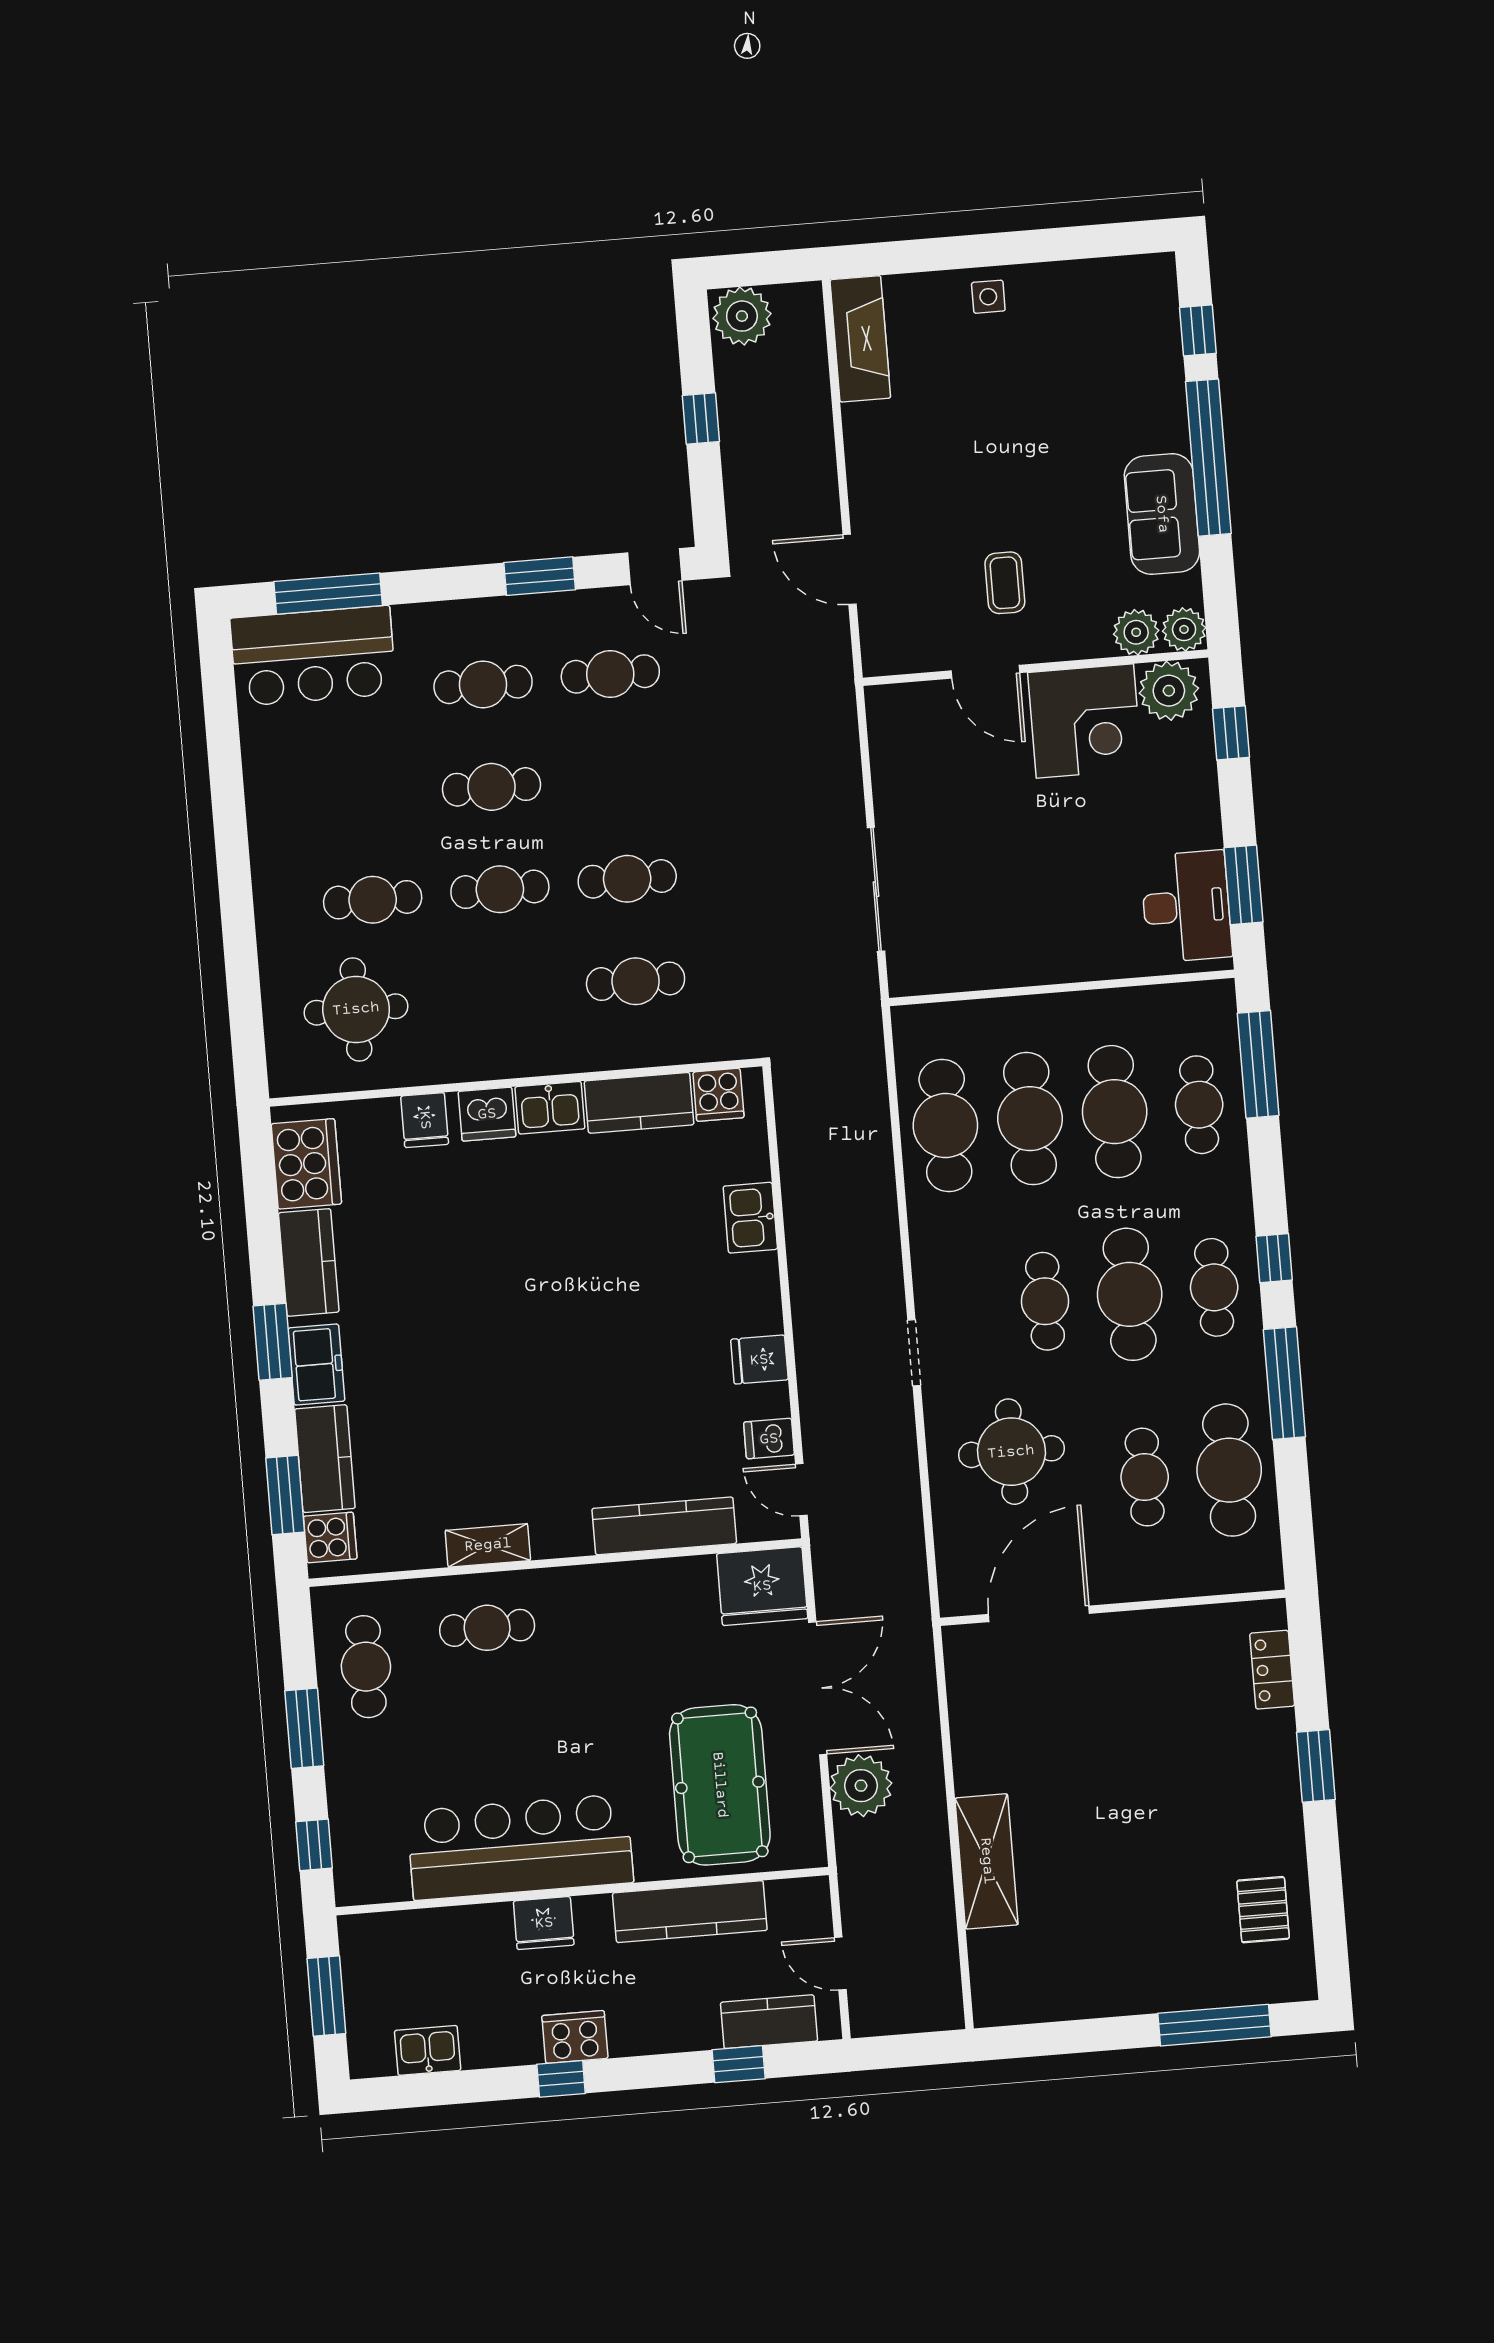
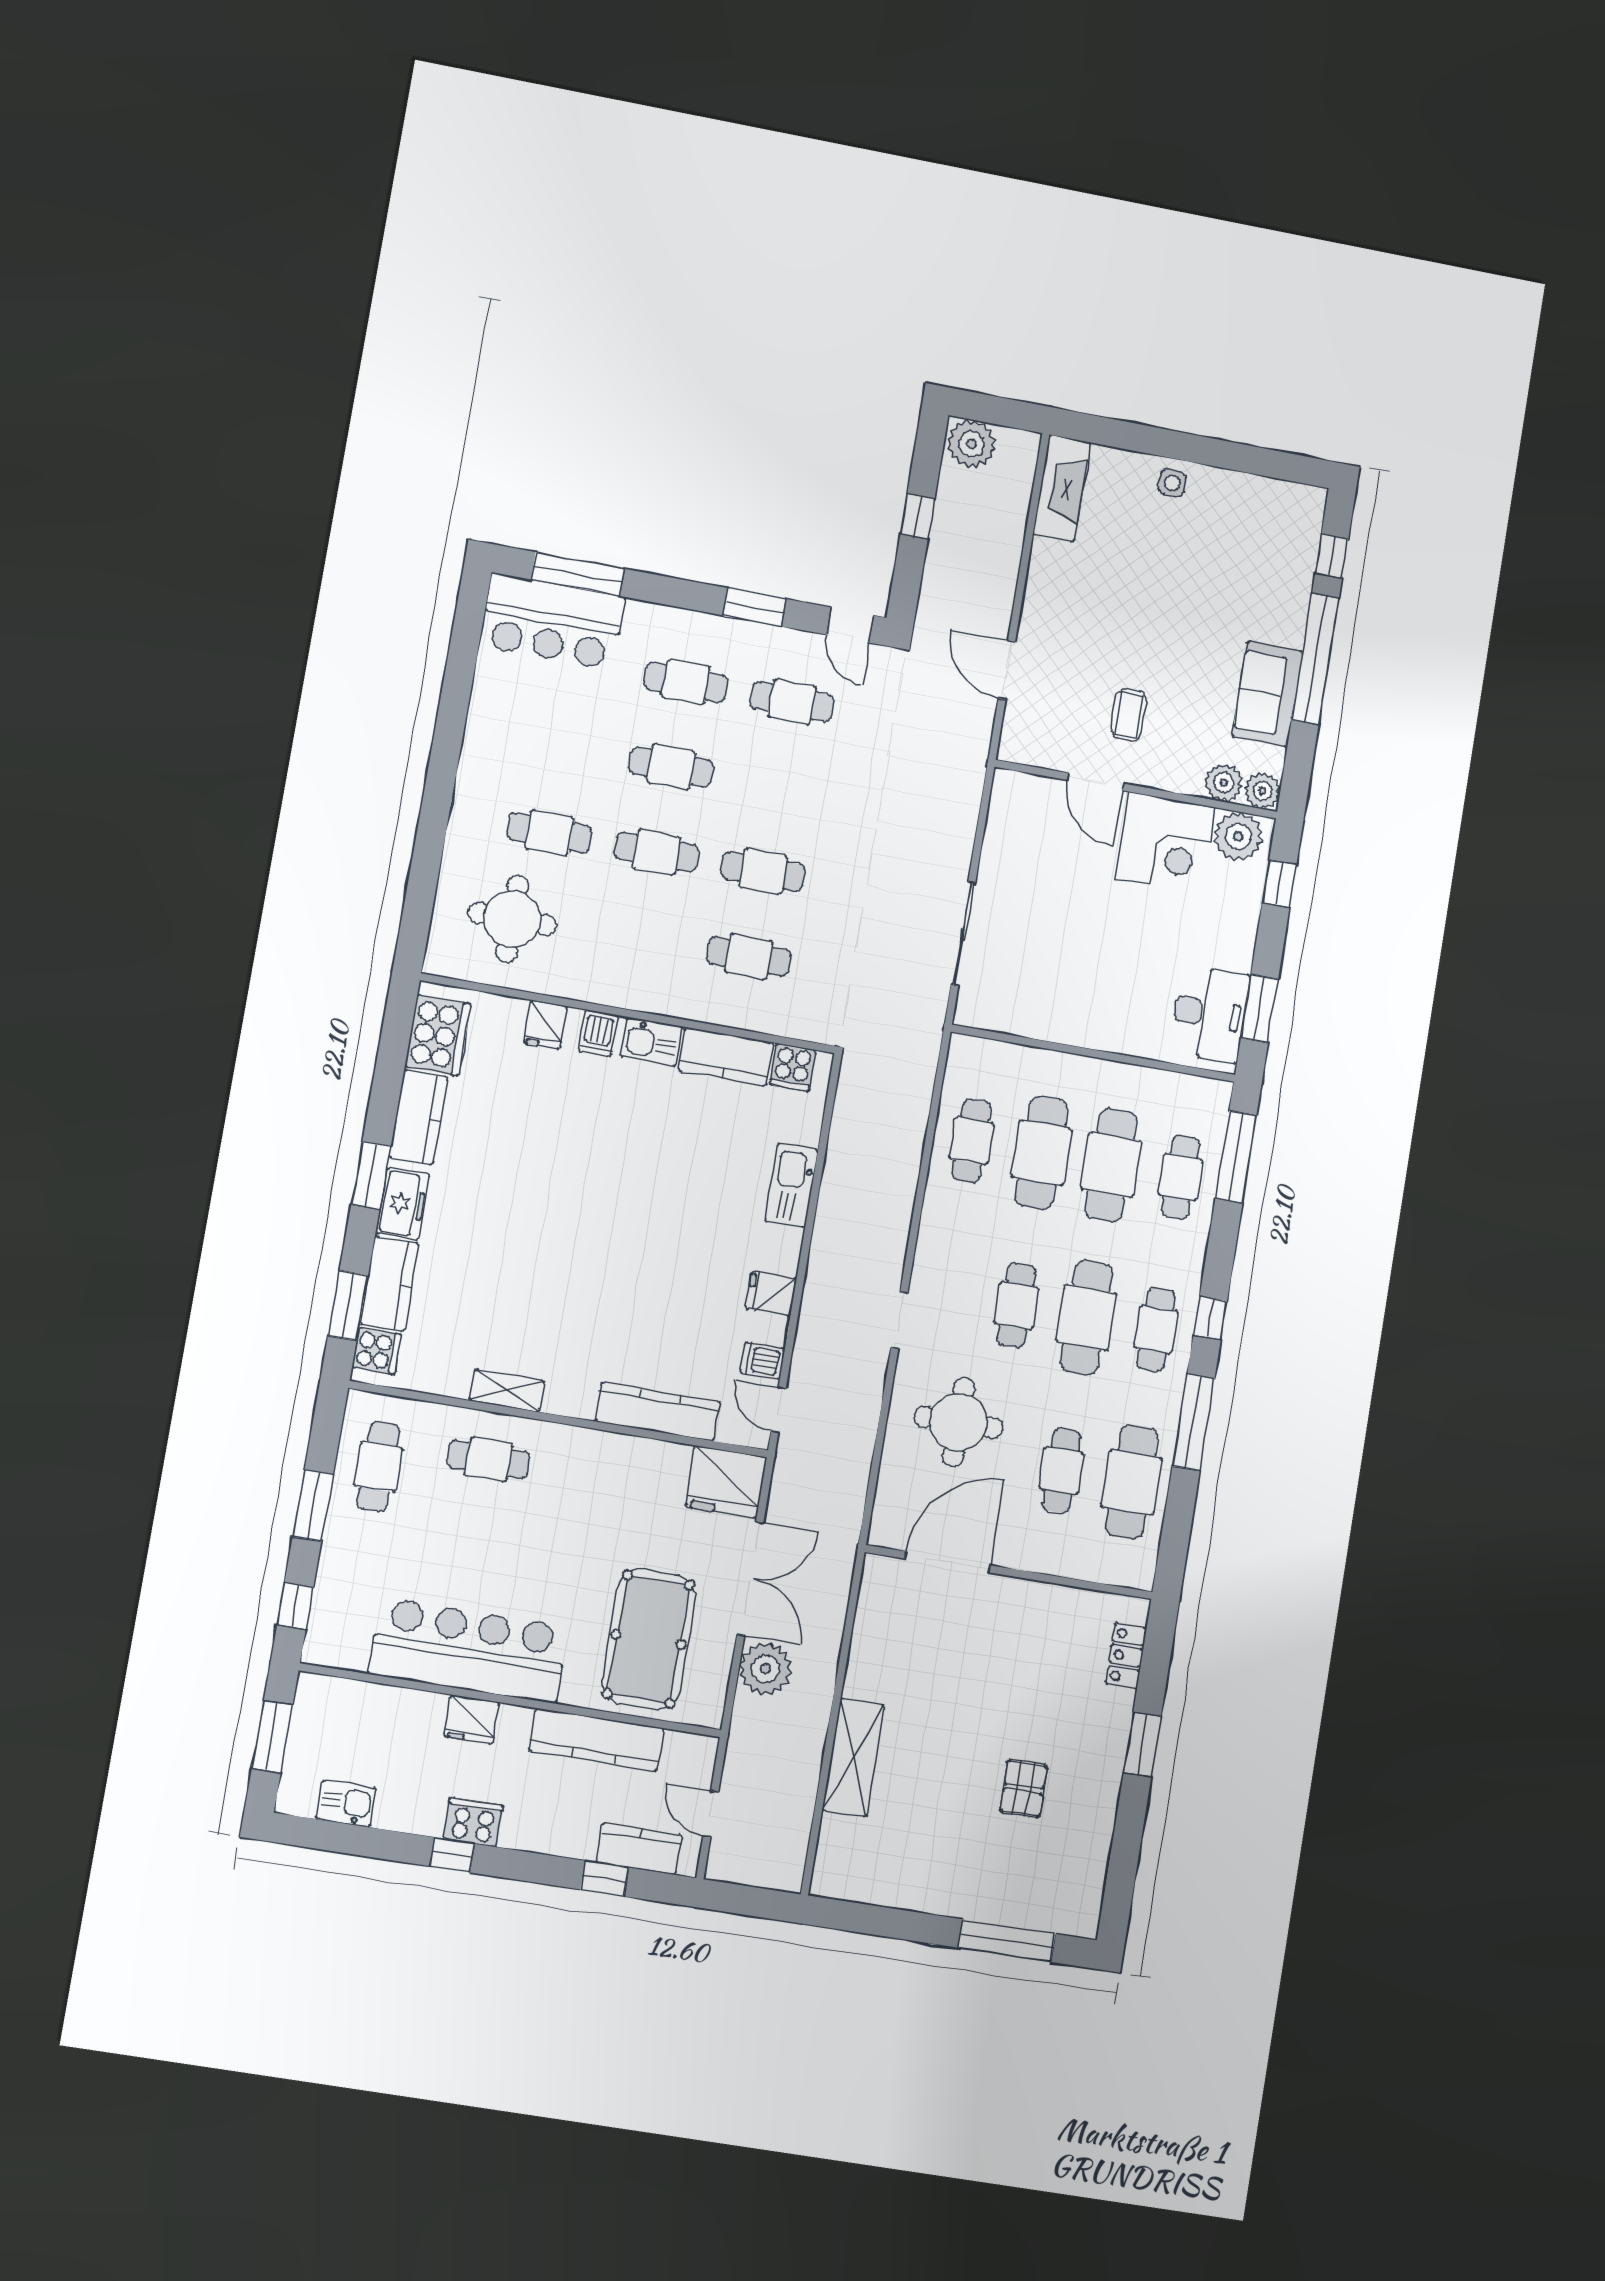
dishwasher: (487, 1114) -> (598, 1033), width x0.73
cafe table: (945, 1126) -> (971, 1141), width x0.73, depth x0.74
kitchen sink: (750, 1218) -> (791, 1185), width x1.38
pallet: (1263, 1910) -> (1024, 1789), moved

